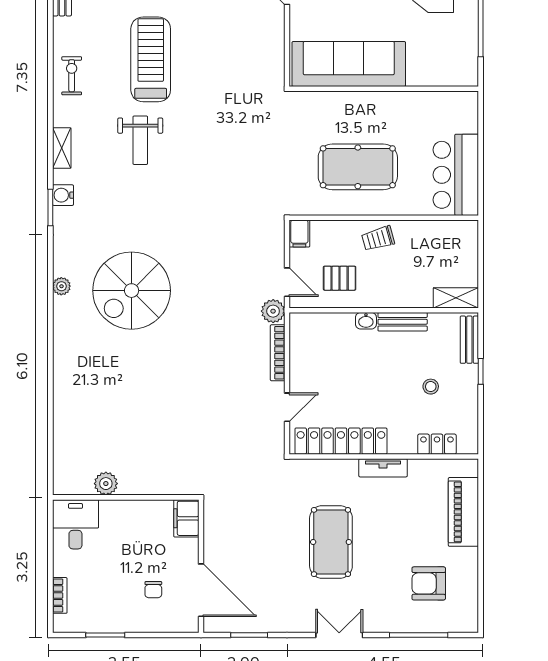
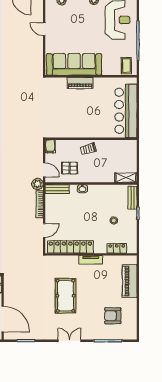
coffee table: (457, 66) -> (126, 66), added
piano: (361, 103) -> (80, 83), added
pool table: (358, 167) -> (78, 114), removed
bar counter: (456, 175) -> (126, 111), width x1.36
bench: (403, 322) -> (57, 189), moved

